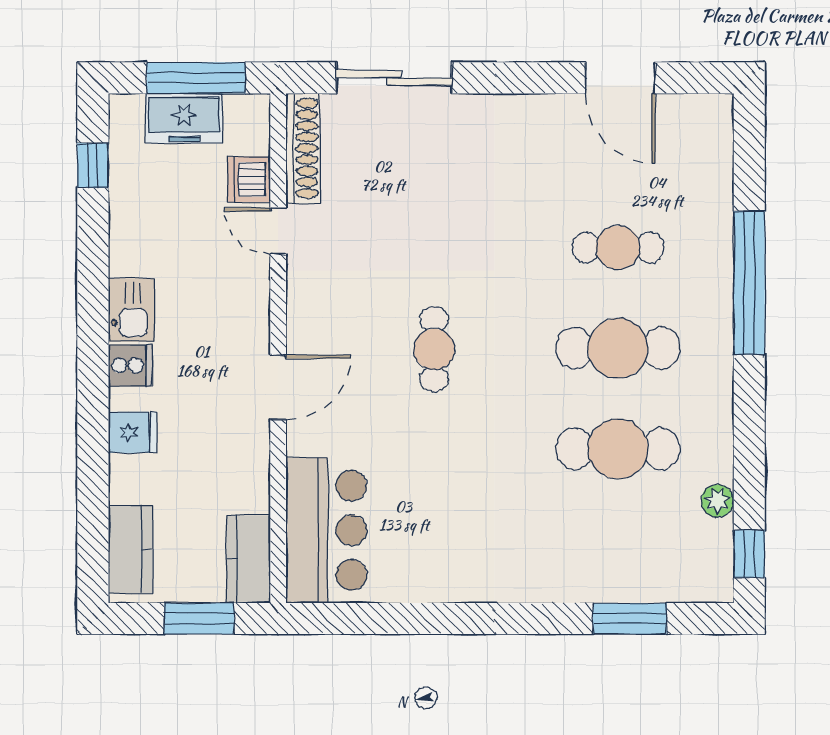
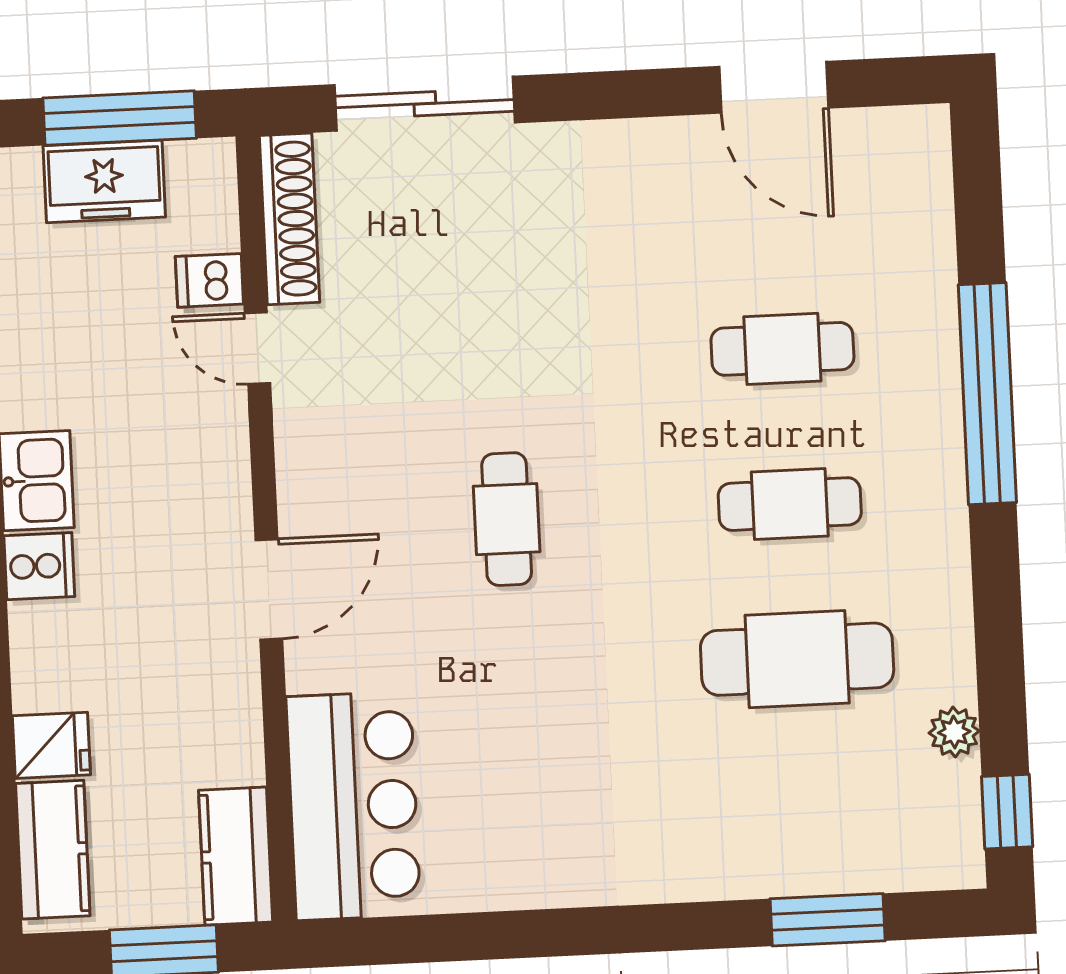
dishwasher: (249, 179) -> (209, 280), width x0.73
cafe table: (618, 348) -> (790, 504), width x0.73, depth x0.74
fridge: (133, 432) -> (51, 745), moved

